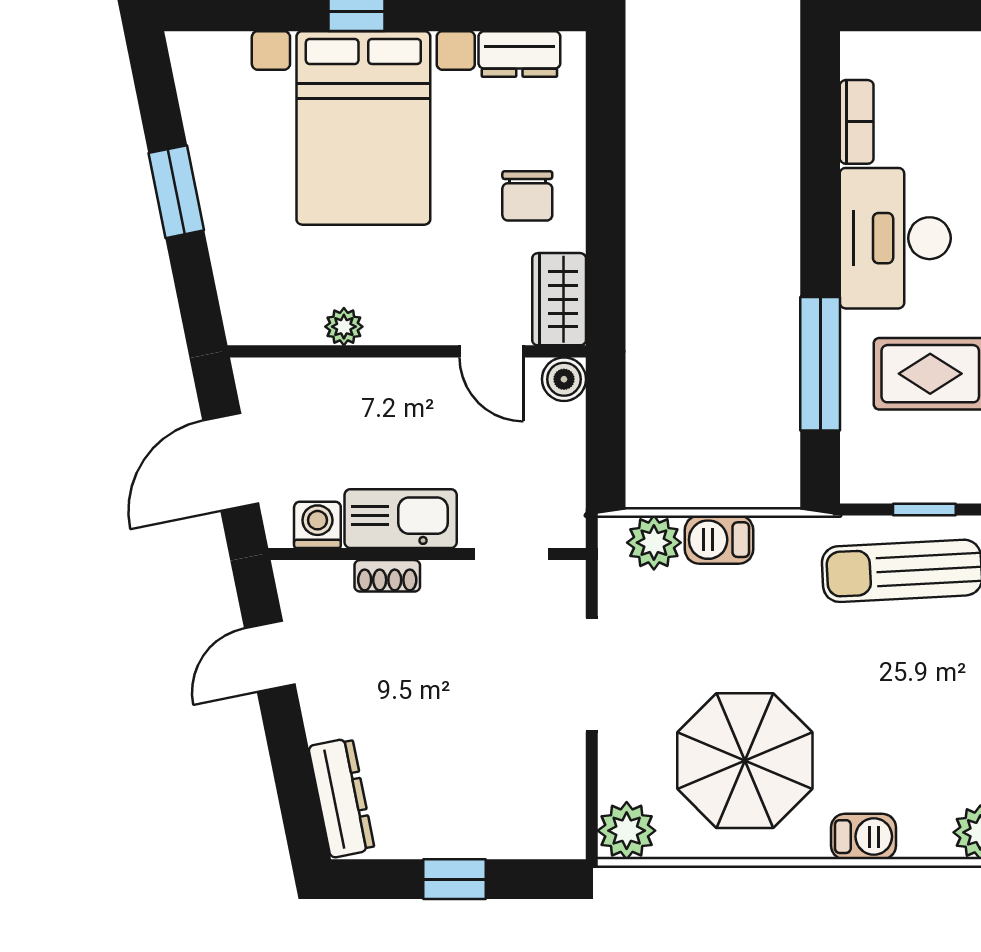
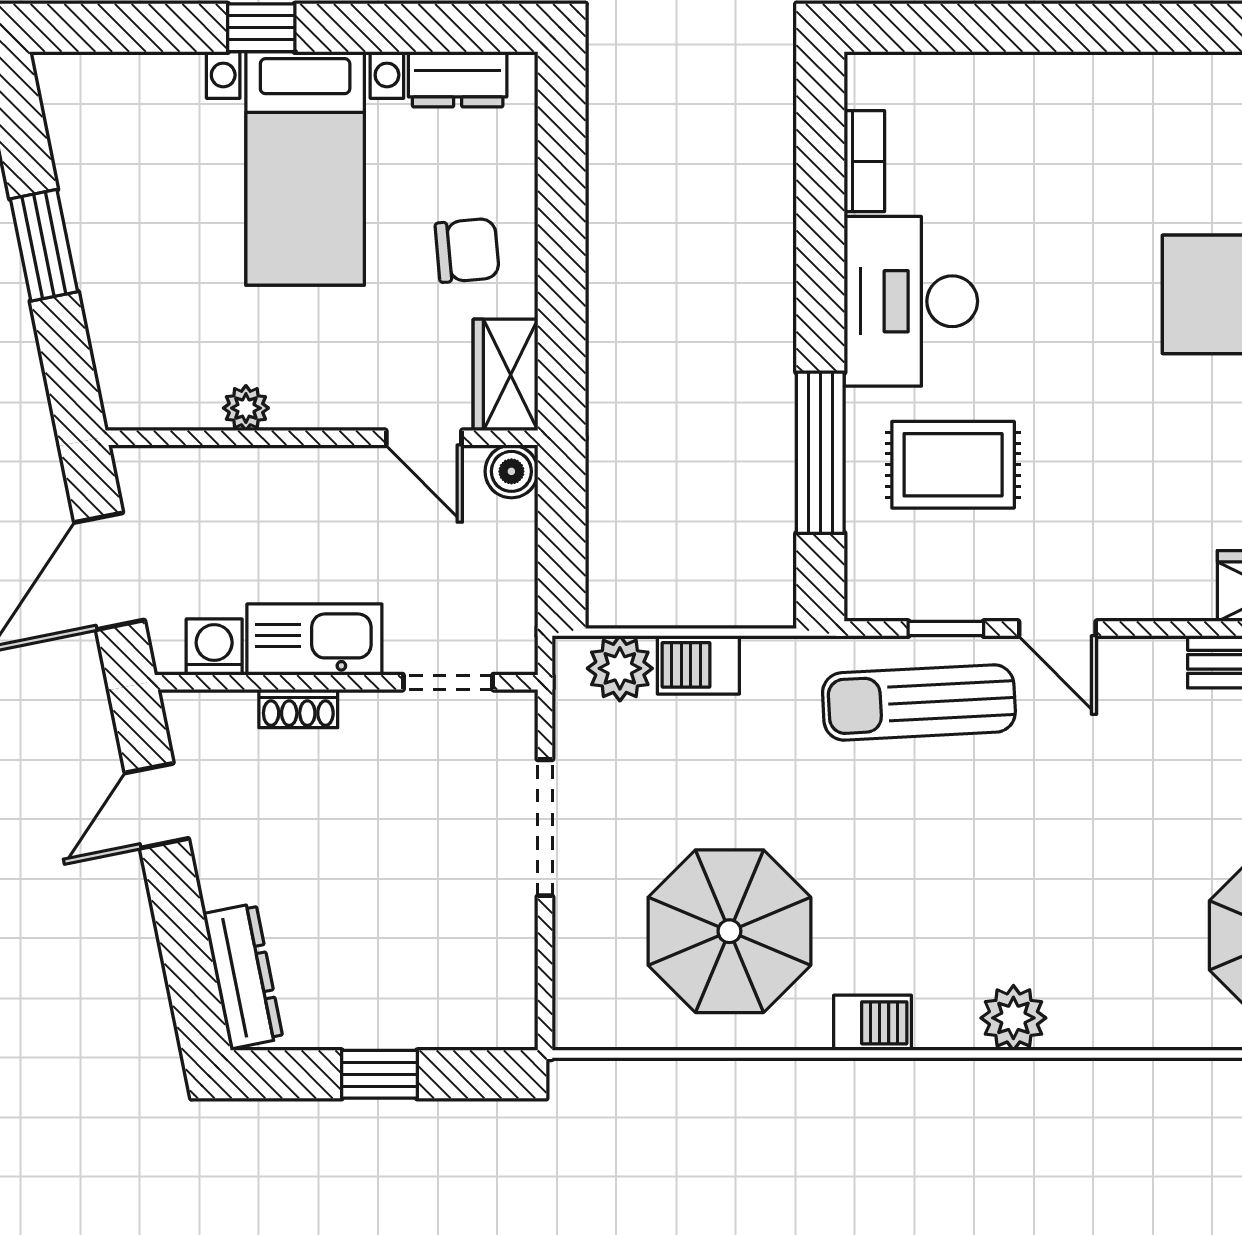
bed with nightstands: (363, 128) -> (305, 168), width x0.73
chair: (527, 196) -> (467, 250), turned -95
plant: (627, 831) -> (587, 1016), removed

